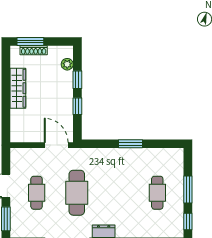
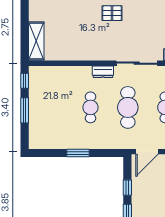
door: (56, 145) -> (147, 152), hinge flipped
cafe table: (157, 193) -> (90, 107), moved

